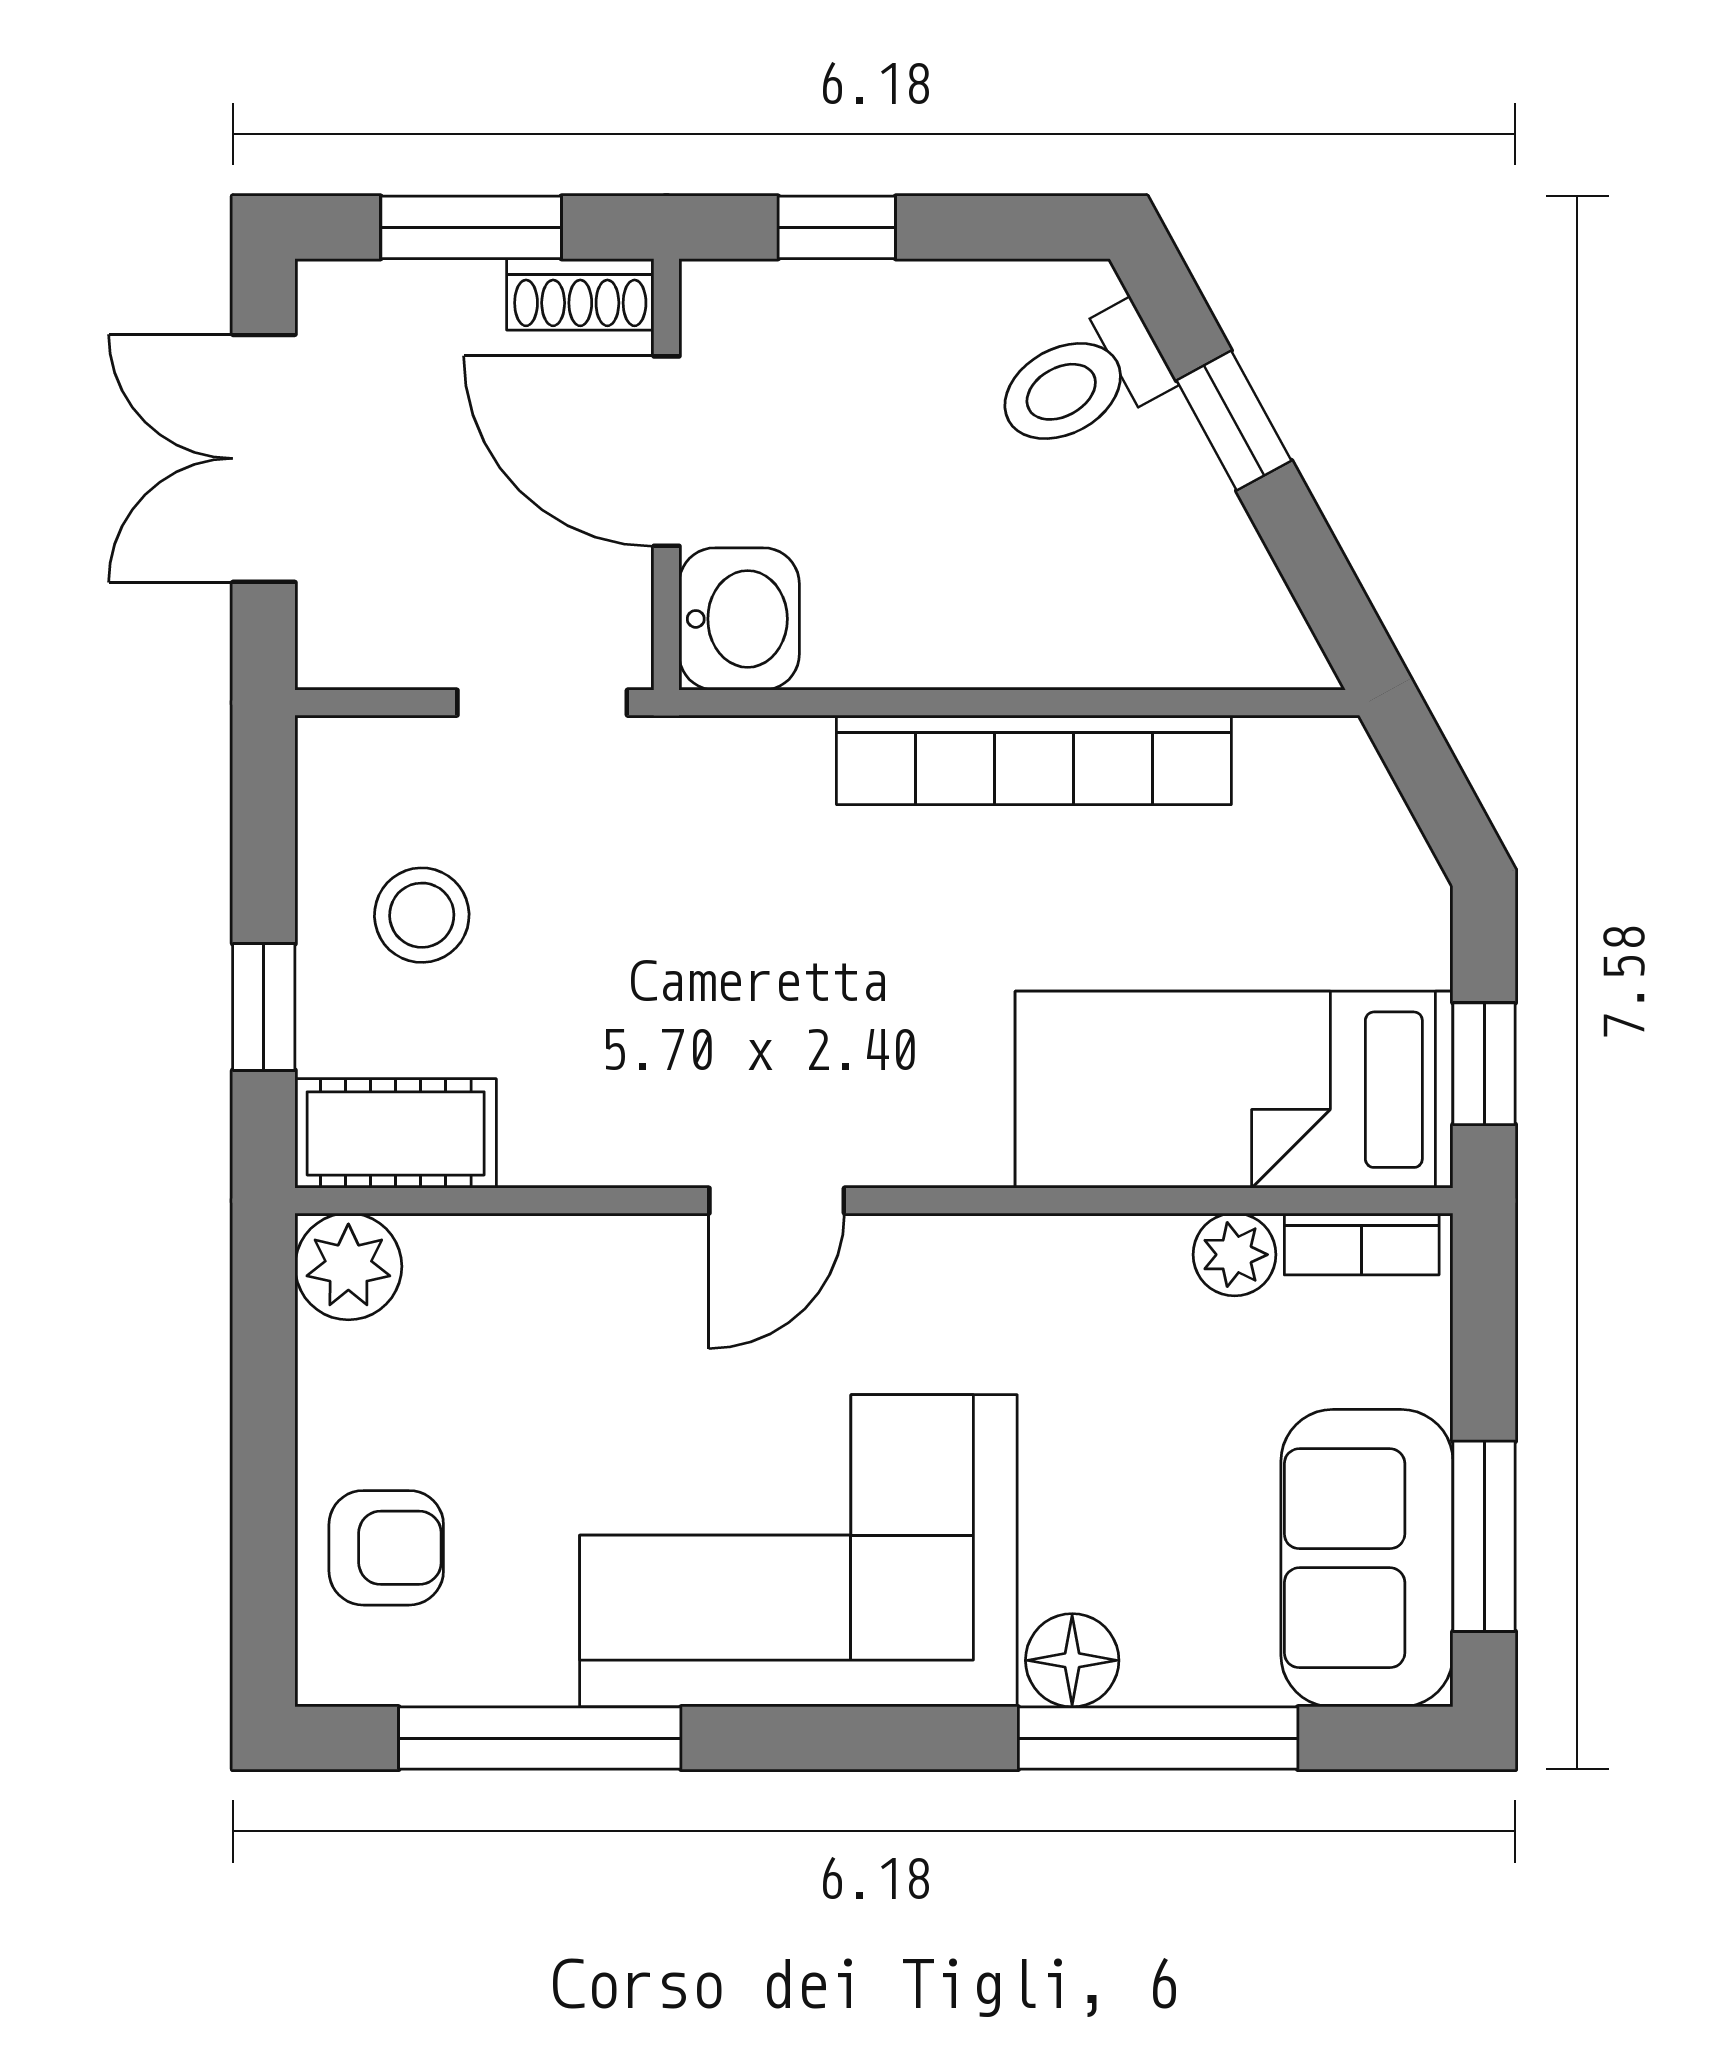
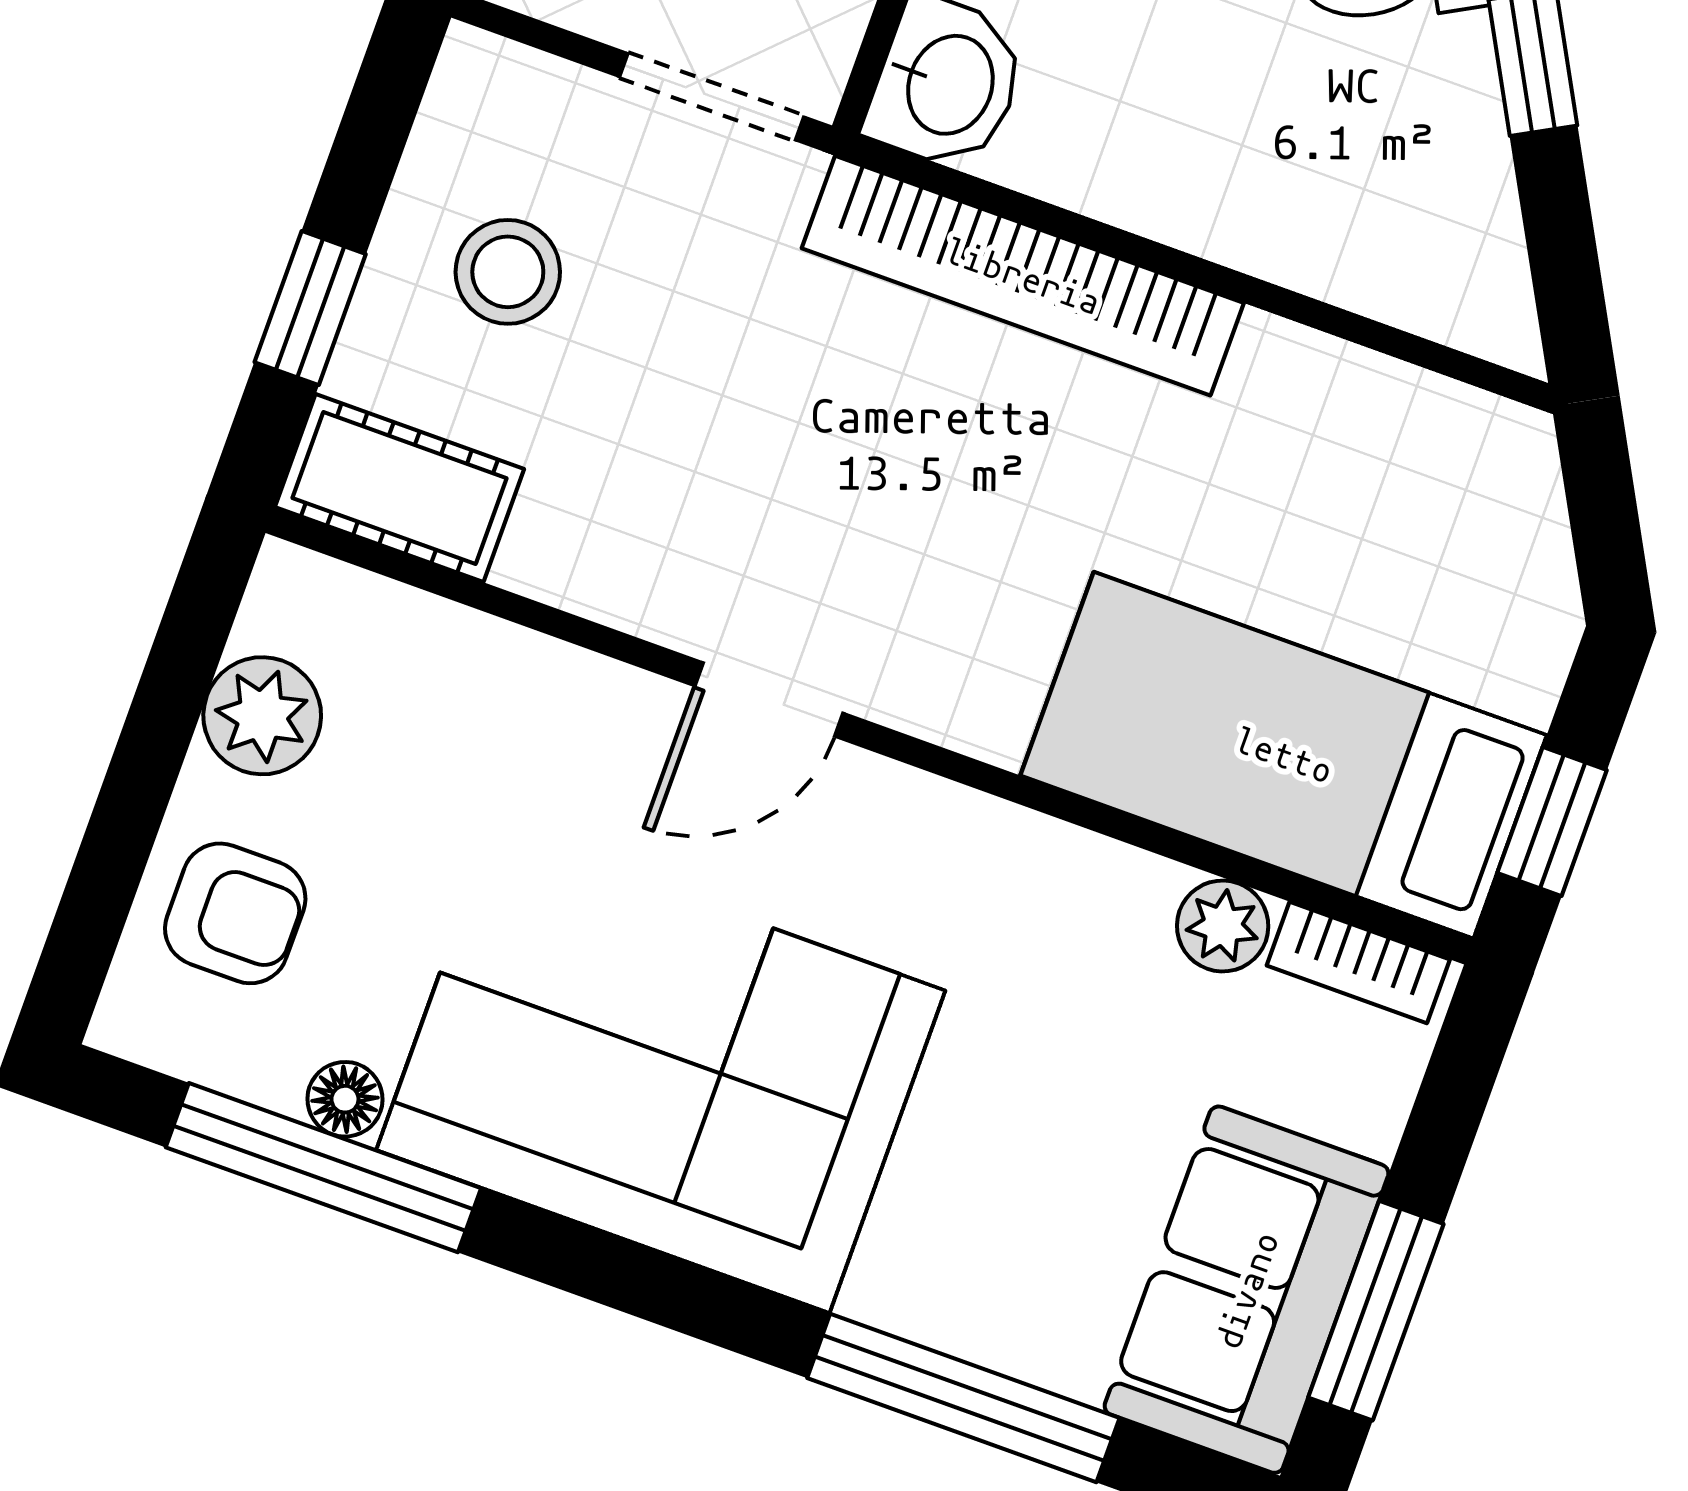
bookcase: (1034, 760) -> (1023, 276), moved
plant: (348, 1266) -> (262, 716), moved
floor lamp: (1072, 1660) -> (345, 1099), moved, width x0.73, depth x0.73

